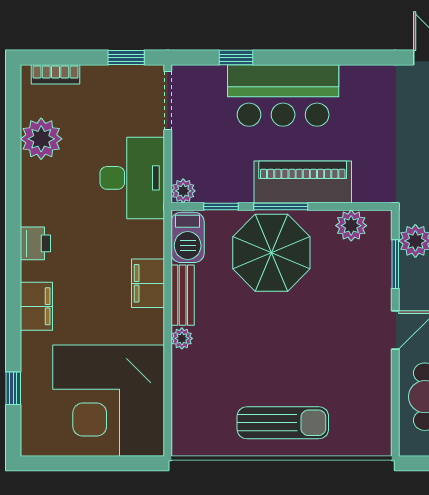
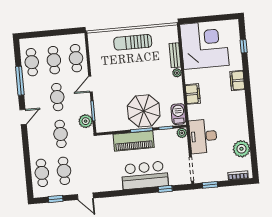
plant: (351, 226) -> (112, 125), removed
printer: (35, 243) -> (240, 106), removed
bench: (183, 295) -> (175, 55), moved

